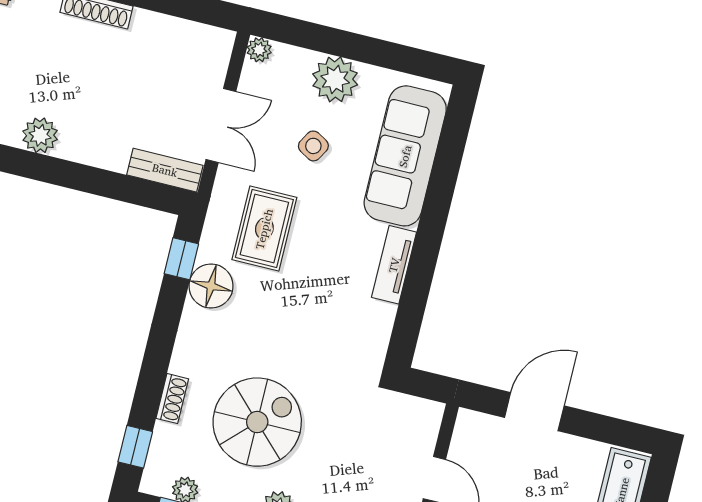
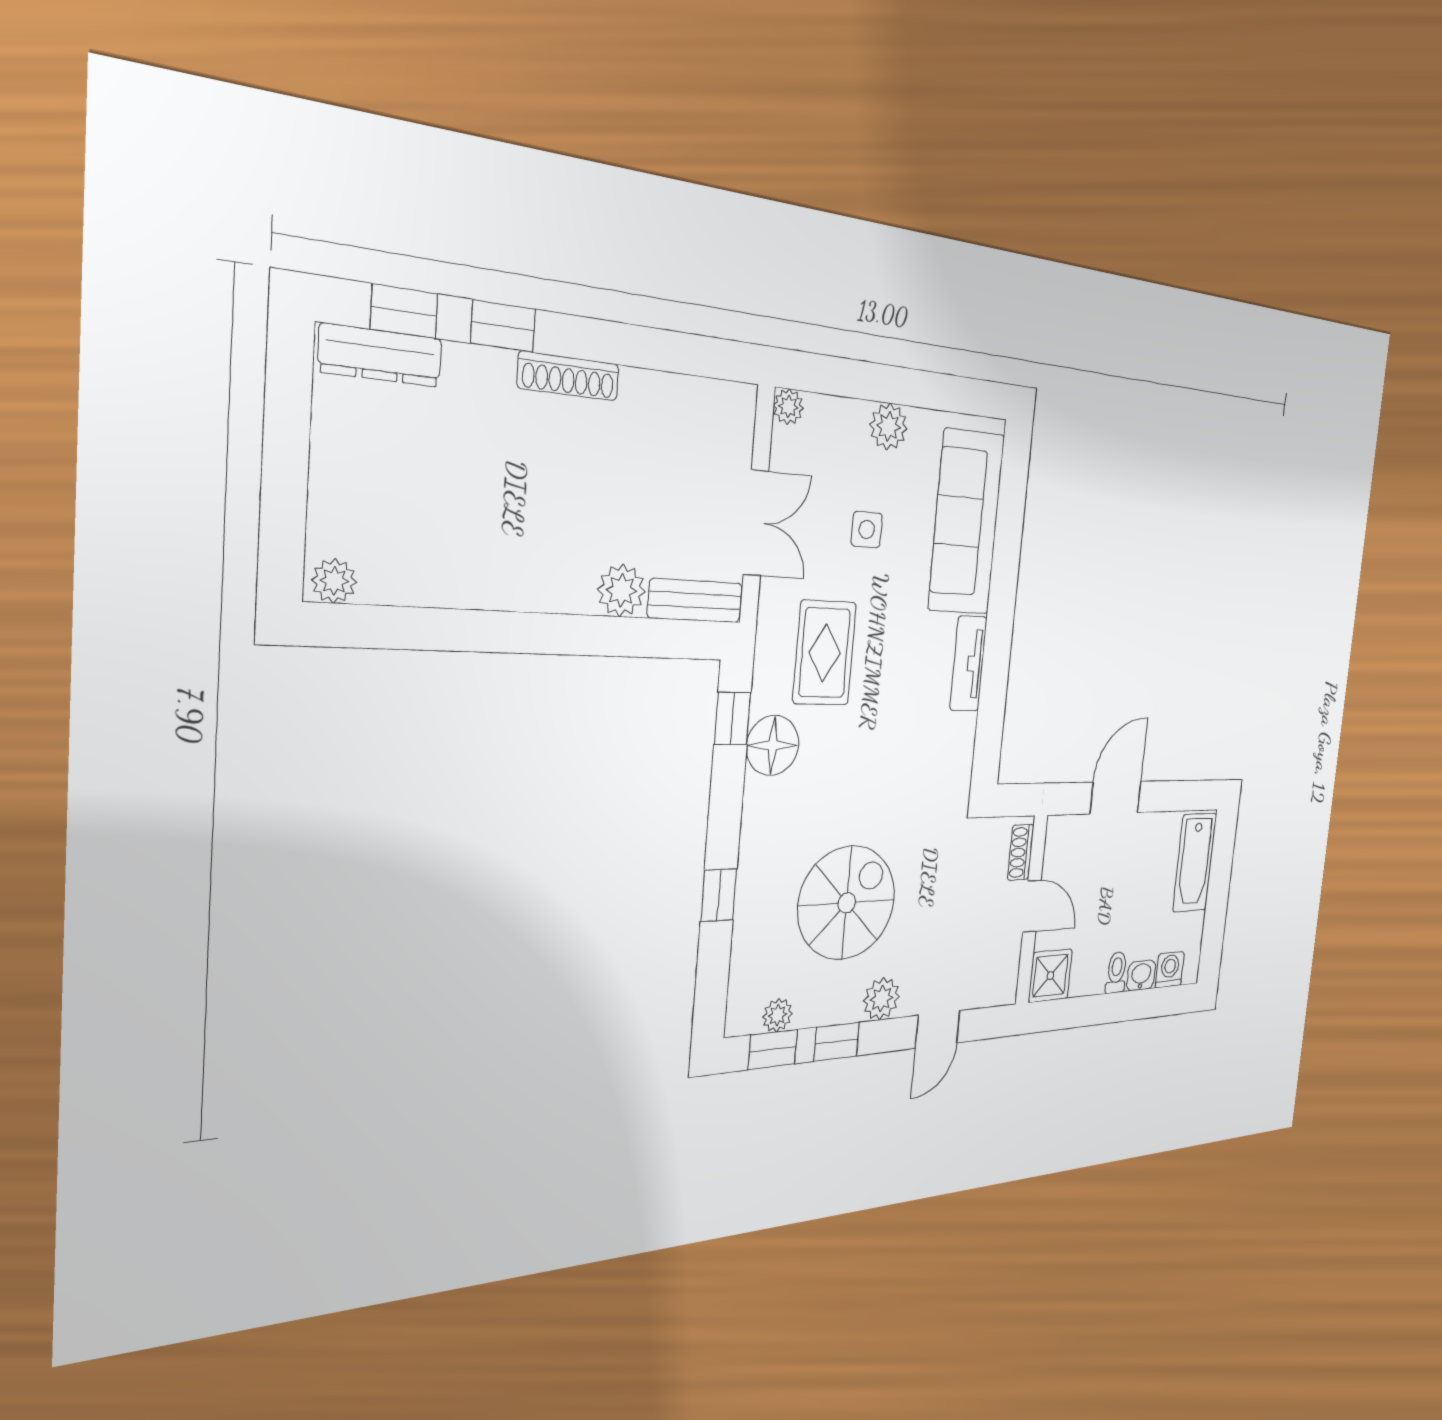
plant: (335, 79) -> (889, 427), width x0.73, depth x0.73
plant: (40, 135) -> (621, 590), moved
side table: (313, 146) -> (867, 530), turned -30
shoe rack: (172, 399) -> (1021, 852), moved, turned 180
window: (135, 447) -> (719, 895), moved

